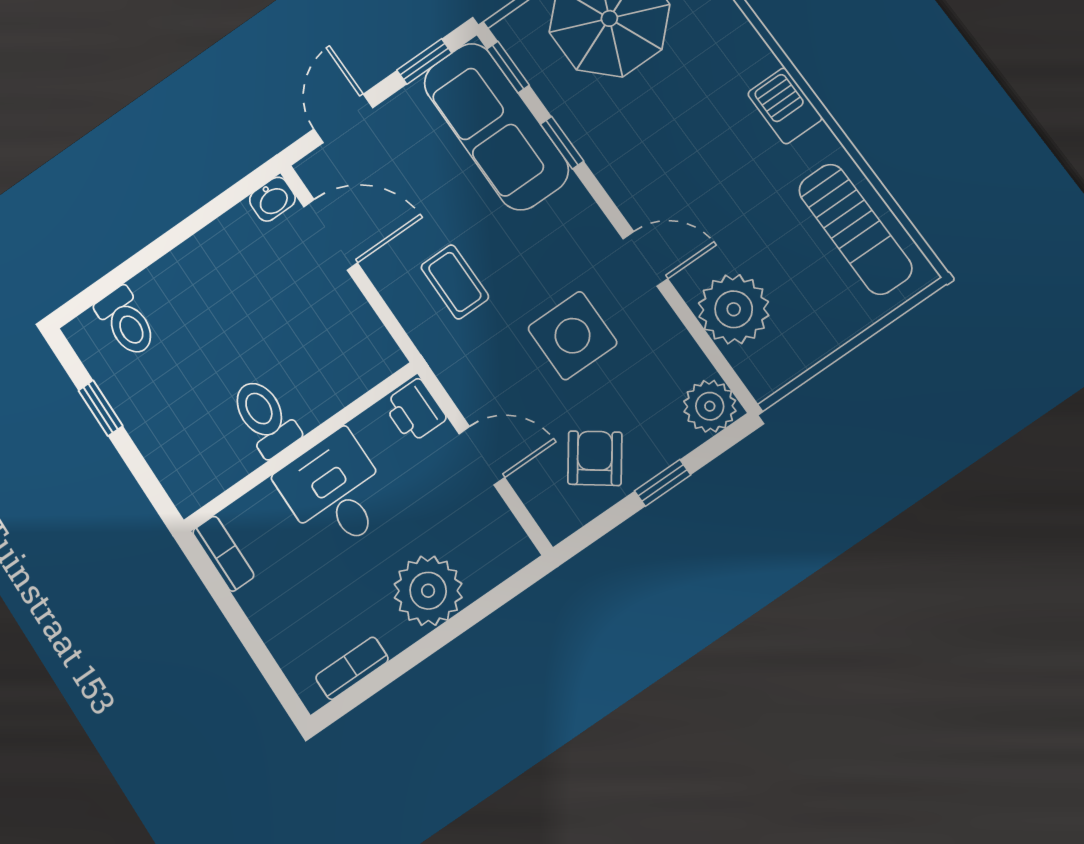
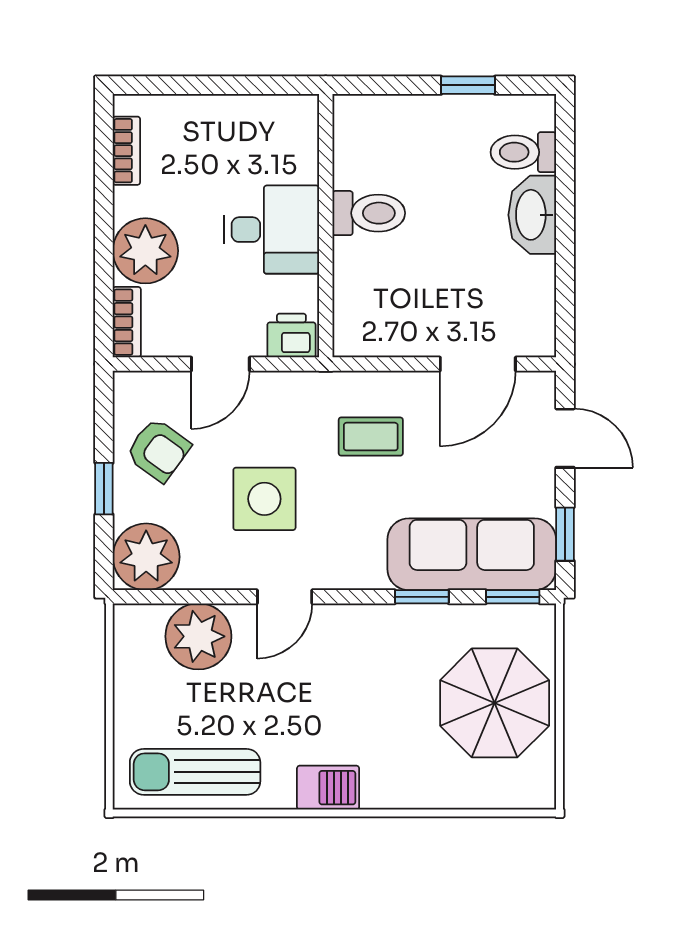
washbasin: (272, 199) -> (532, 215), moved, width x1.91, depth x1.45
plant: (710, 406) -> (146, 557), width x1.36, depth x1.36
bookcase: (223, 554) -> (127, 322), moved, turned -90

